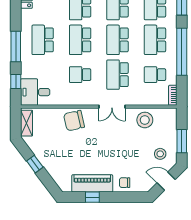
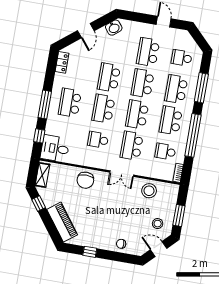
chair: (74, 121) -> (85, 180), turned -77
window: (35, 164) -> (39, 204), moved
piano: (92, 183) -> (62, 222), moved, turned 53

